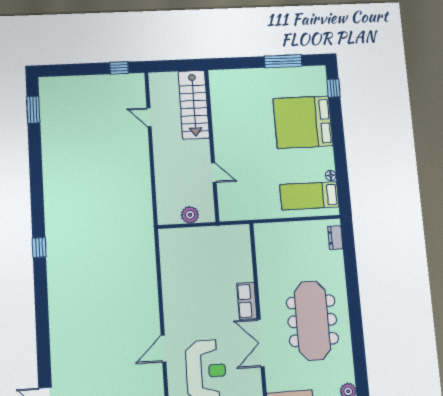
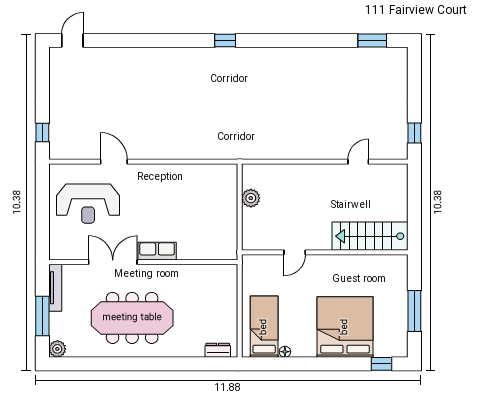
stairs: (194, 105) -> (370, 236), moved
wall: (212, 145) -> (325, 252), moved
door: (214, 173) -> (295, 252), moved

